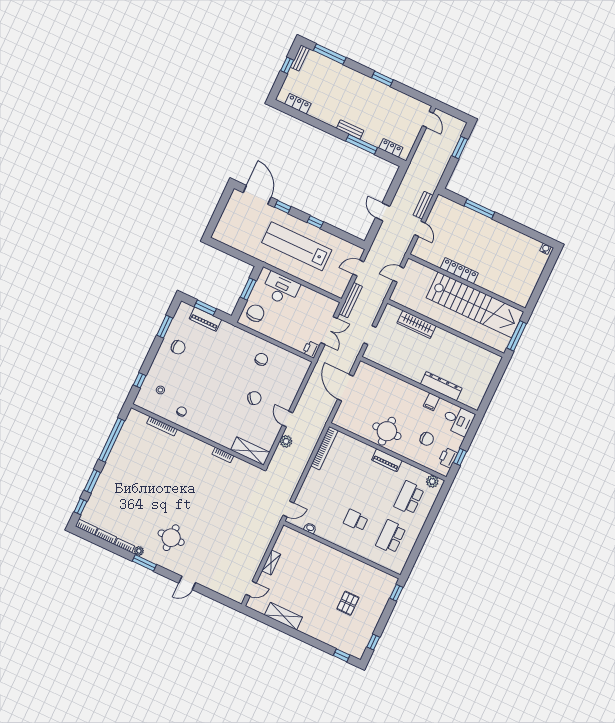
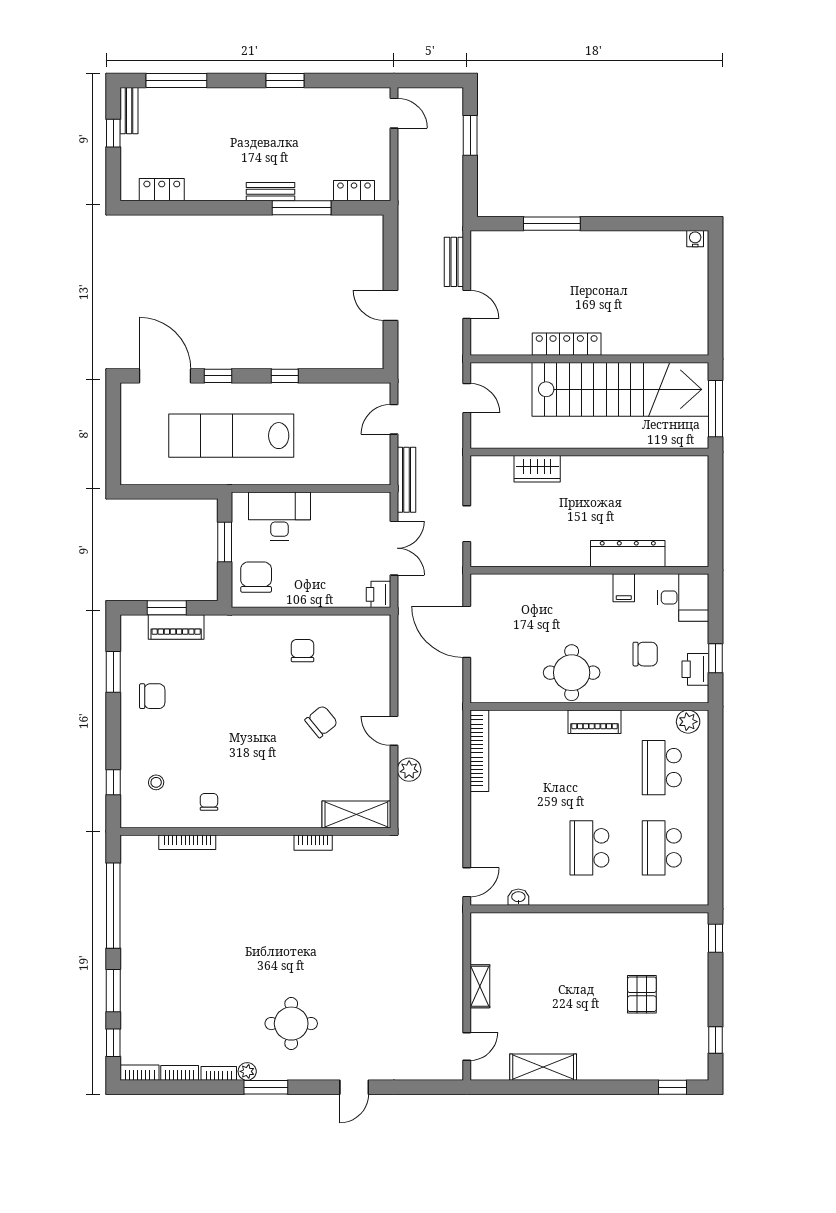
lab bench: (297, 246) -> (231, 436), moved
door: (398, 274) -> (467, 398), swing flipped
wardrobe: (417, 324) -> (537, 469), width x0.67
school desk: (356, 520) -> (589, 848), width x1.85

